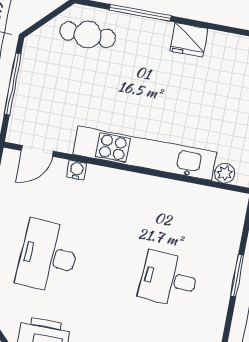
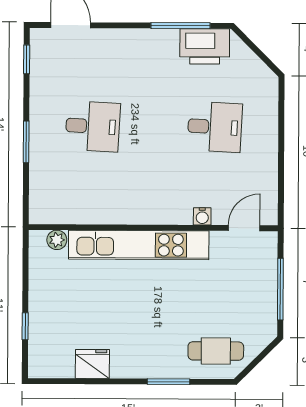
window: (140, 13) -> (168, 382), width x0.69
fridge: (189, 40) -> (92, 364), moved
desk: (48, 256) -> (215, 127), width x0.73

